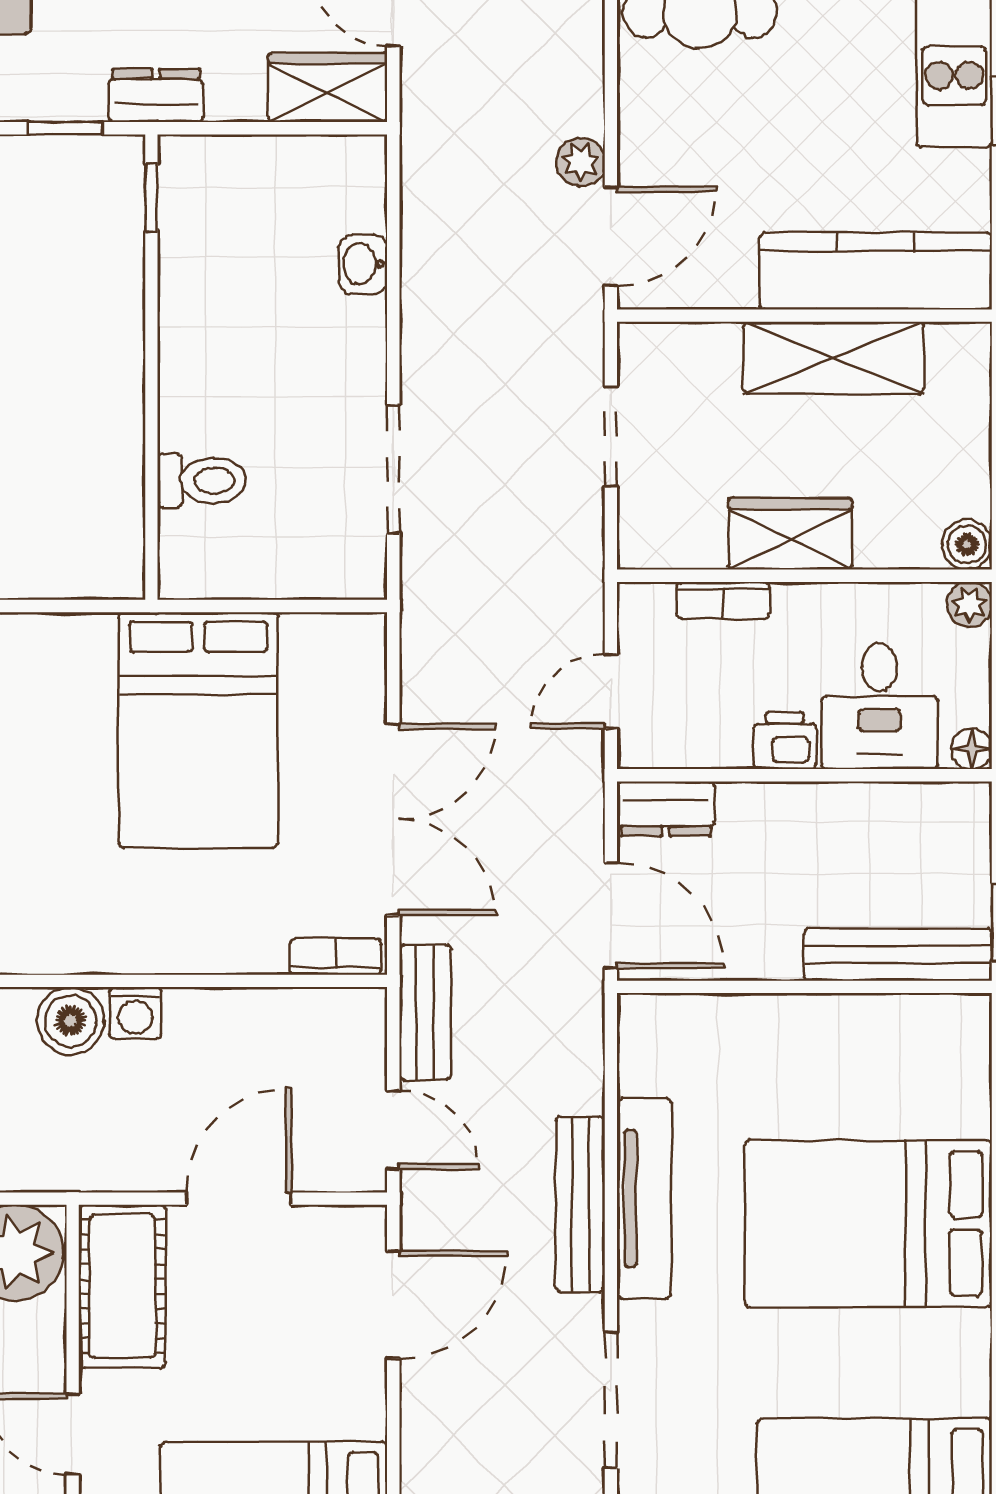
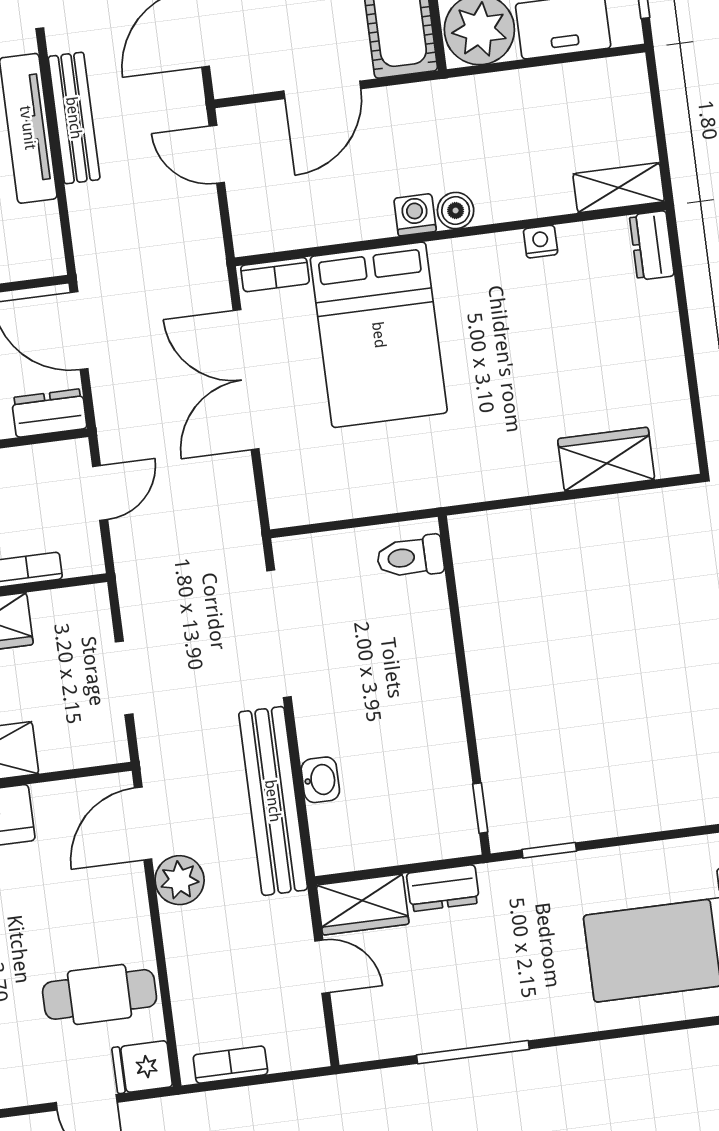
dresser: (156, 96) -> (443, 888), moved
plant: (581, 162) -> (180, 880), width x1.38, depth x1.38
doorway: (393, 469) -> (279, 634), width x1.36
toilet: (202, 480) -> (410, 557), moved
bed: (198, 730) -> (379, 335), moved, turned 180
bench: (425, 1012) -> (273, 801), moved, width x1.86, depth x1.21
boiler: (70, 1021) -> (456, 210), width x0.73, depth x0.73

